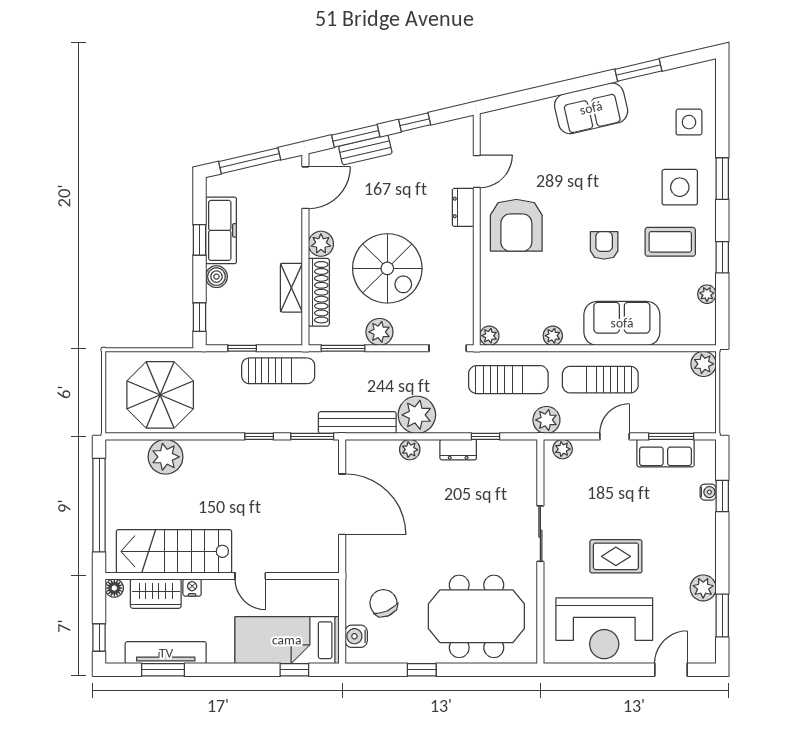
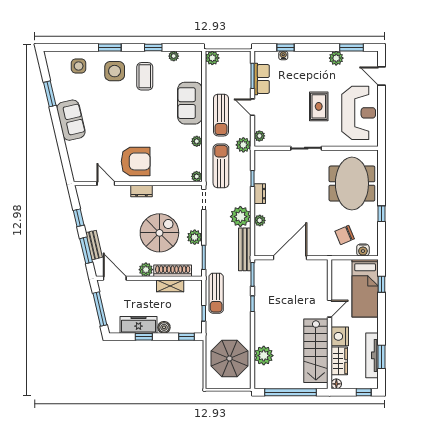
dresser: (463, 207) -> (141, 191), moved
armchair: (604, 245) -> (147, 113), removed
sun lounger: (278, 371) -> (216, 293), turned 180
nightstand: (192, 587) -> (340, 336), width x1.89, depth x1.79

